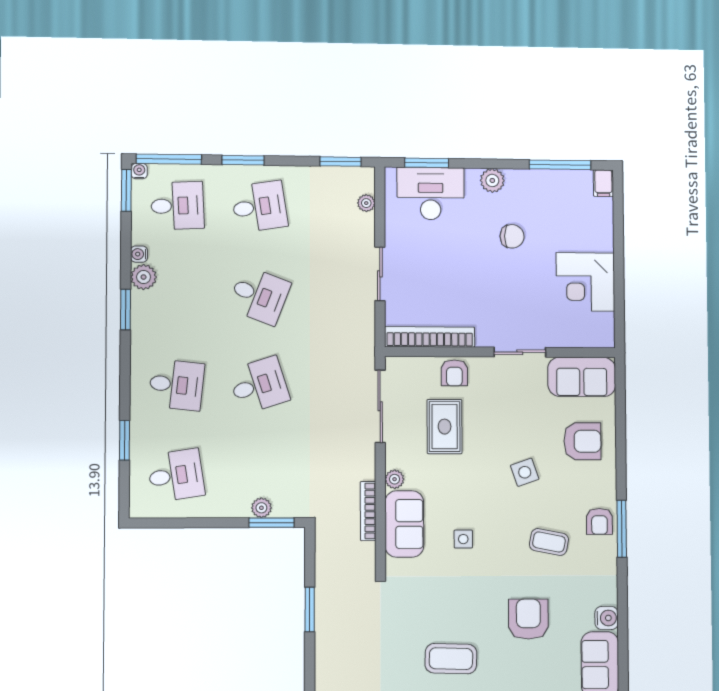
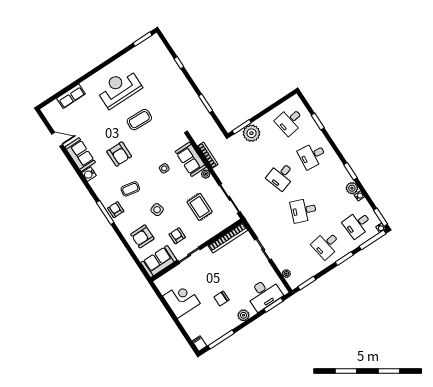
armchair: (454, 373) -> (177, 236), moved
plant: (261, 508) -> (251, 133), width x1.88, depth x1.88

